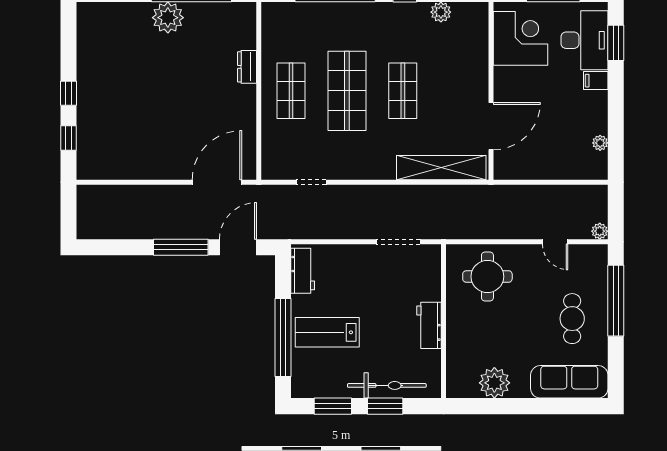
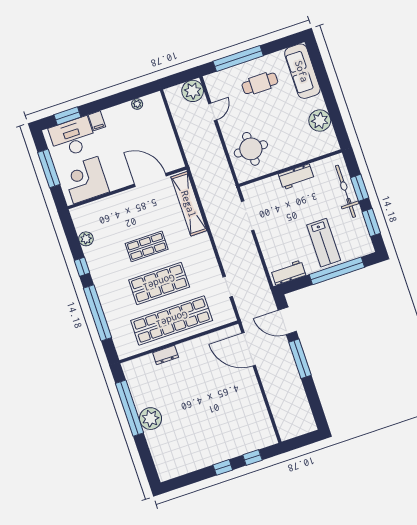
shop shelf: (291, 91) -> (172, 320), width x2.00, depth x1.36
plant: (600, 231) -> (193, 91), width x1.88, depth x1.88

